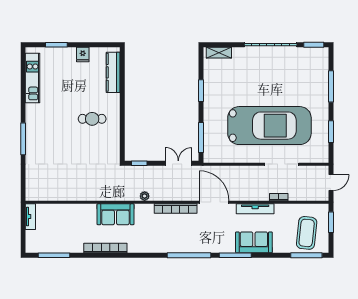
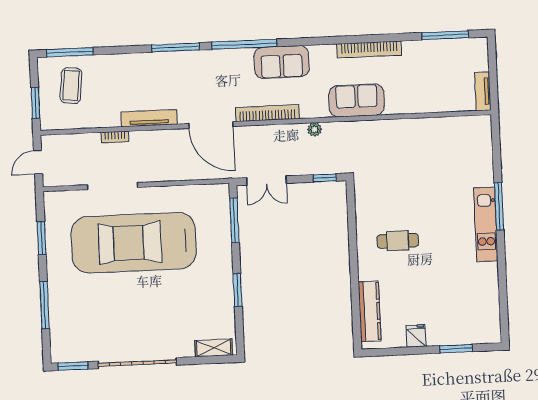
kitchen unit: (33, 78) -> (486, 224), moved
coffee table: (307, 233) -> (71, 86), width x0.73, depth x0.76
sofa: (254, 242) -> (282, 62), moved

